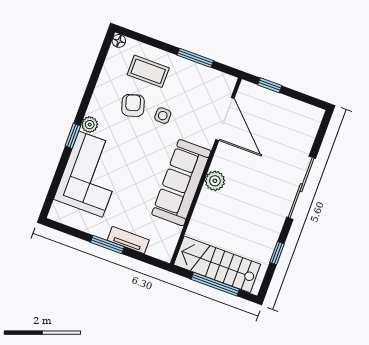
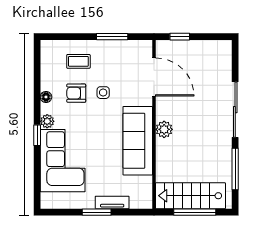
floor lamp: (119, 41) -> (46, 97), moved
coffee table: (148, 71) -> (78, 61), width x0.73, depth x0.77
armchair: (133, 105) -> (76, 93), turned -73
window: (277, 253) -> (235, 169), width x2.17

